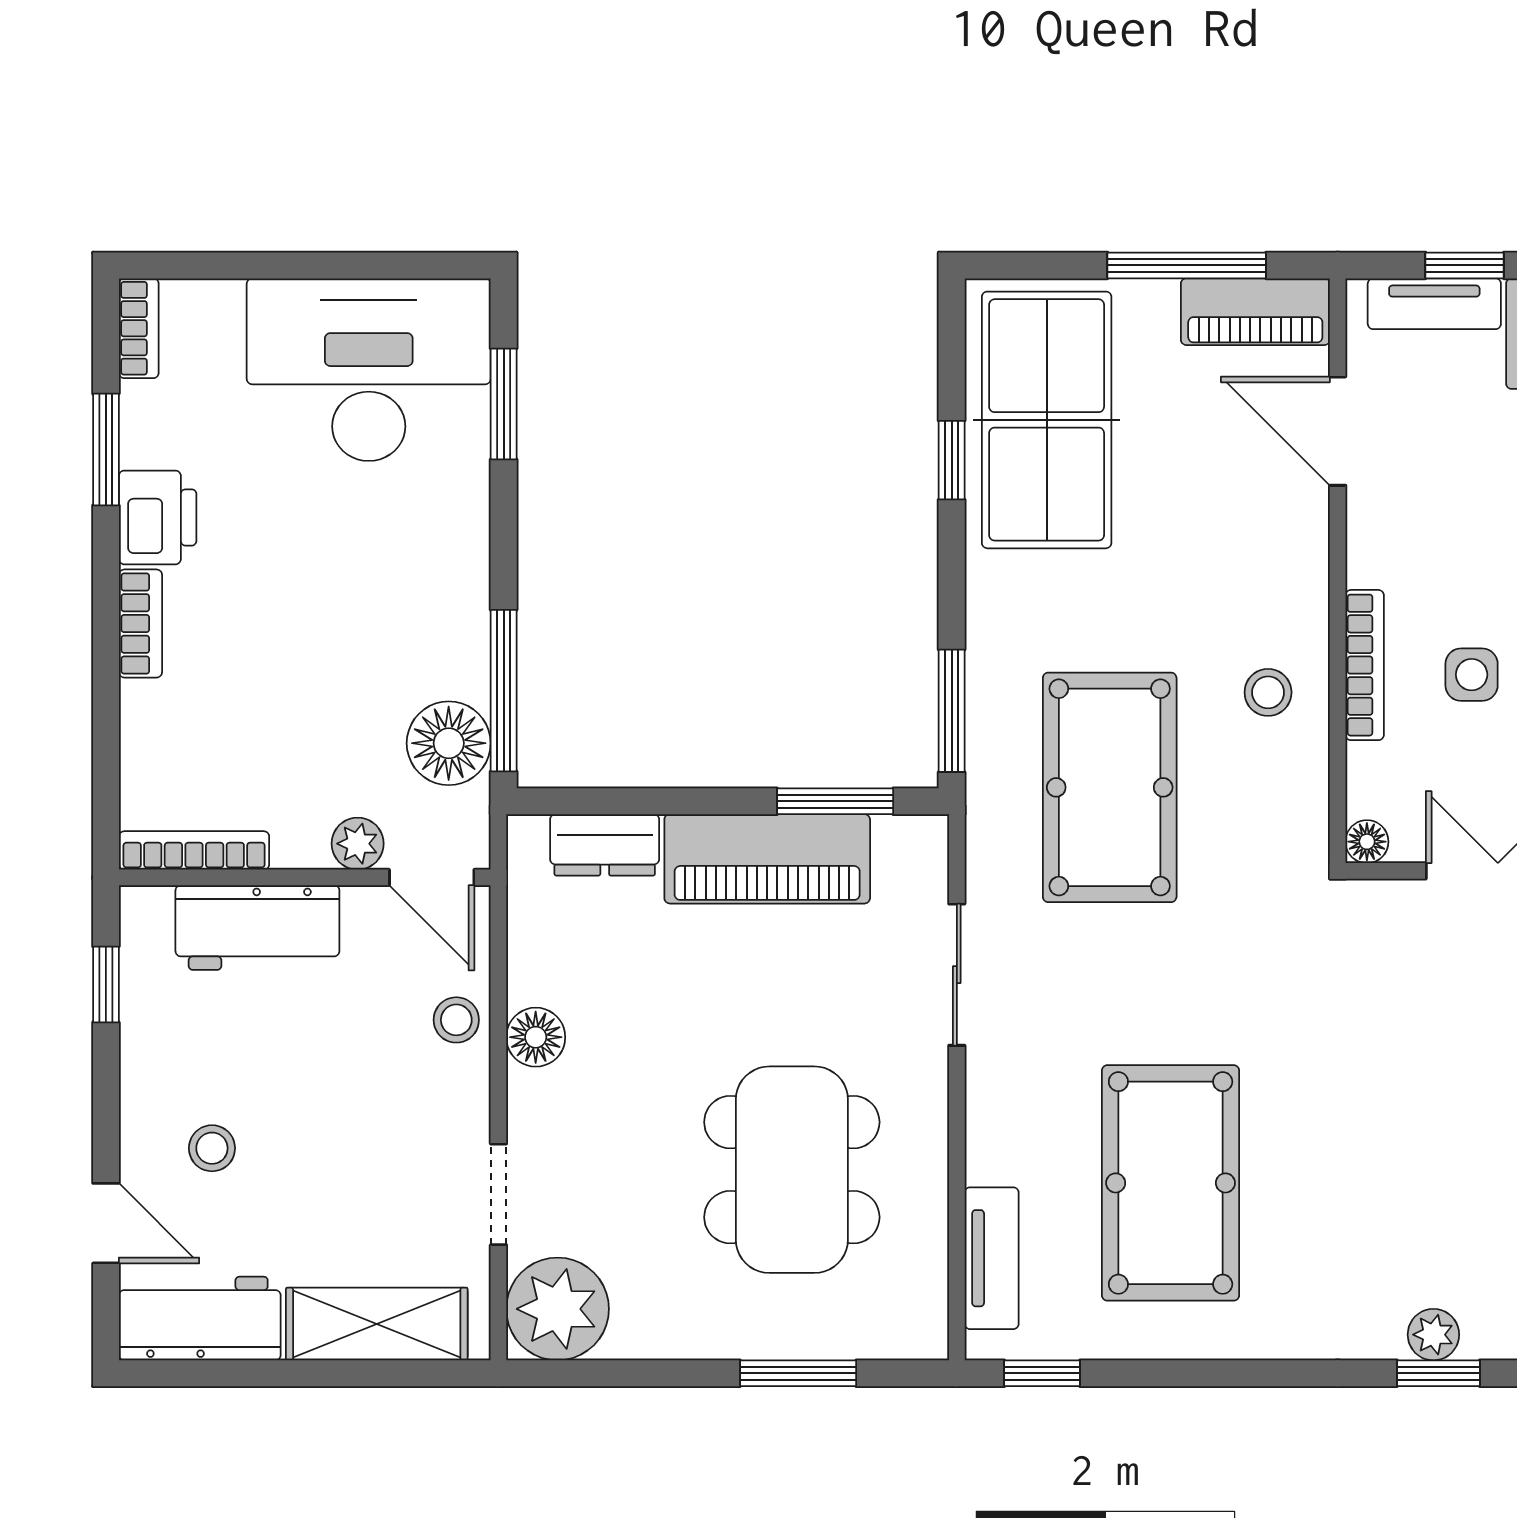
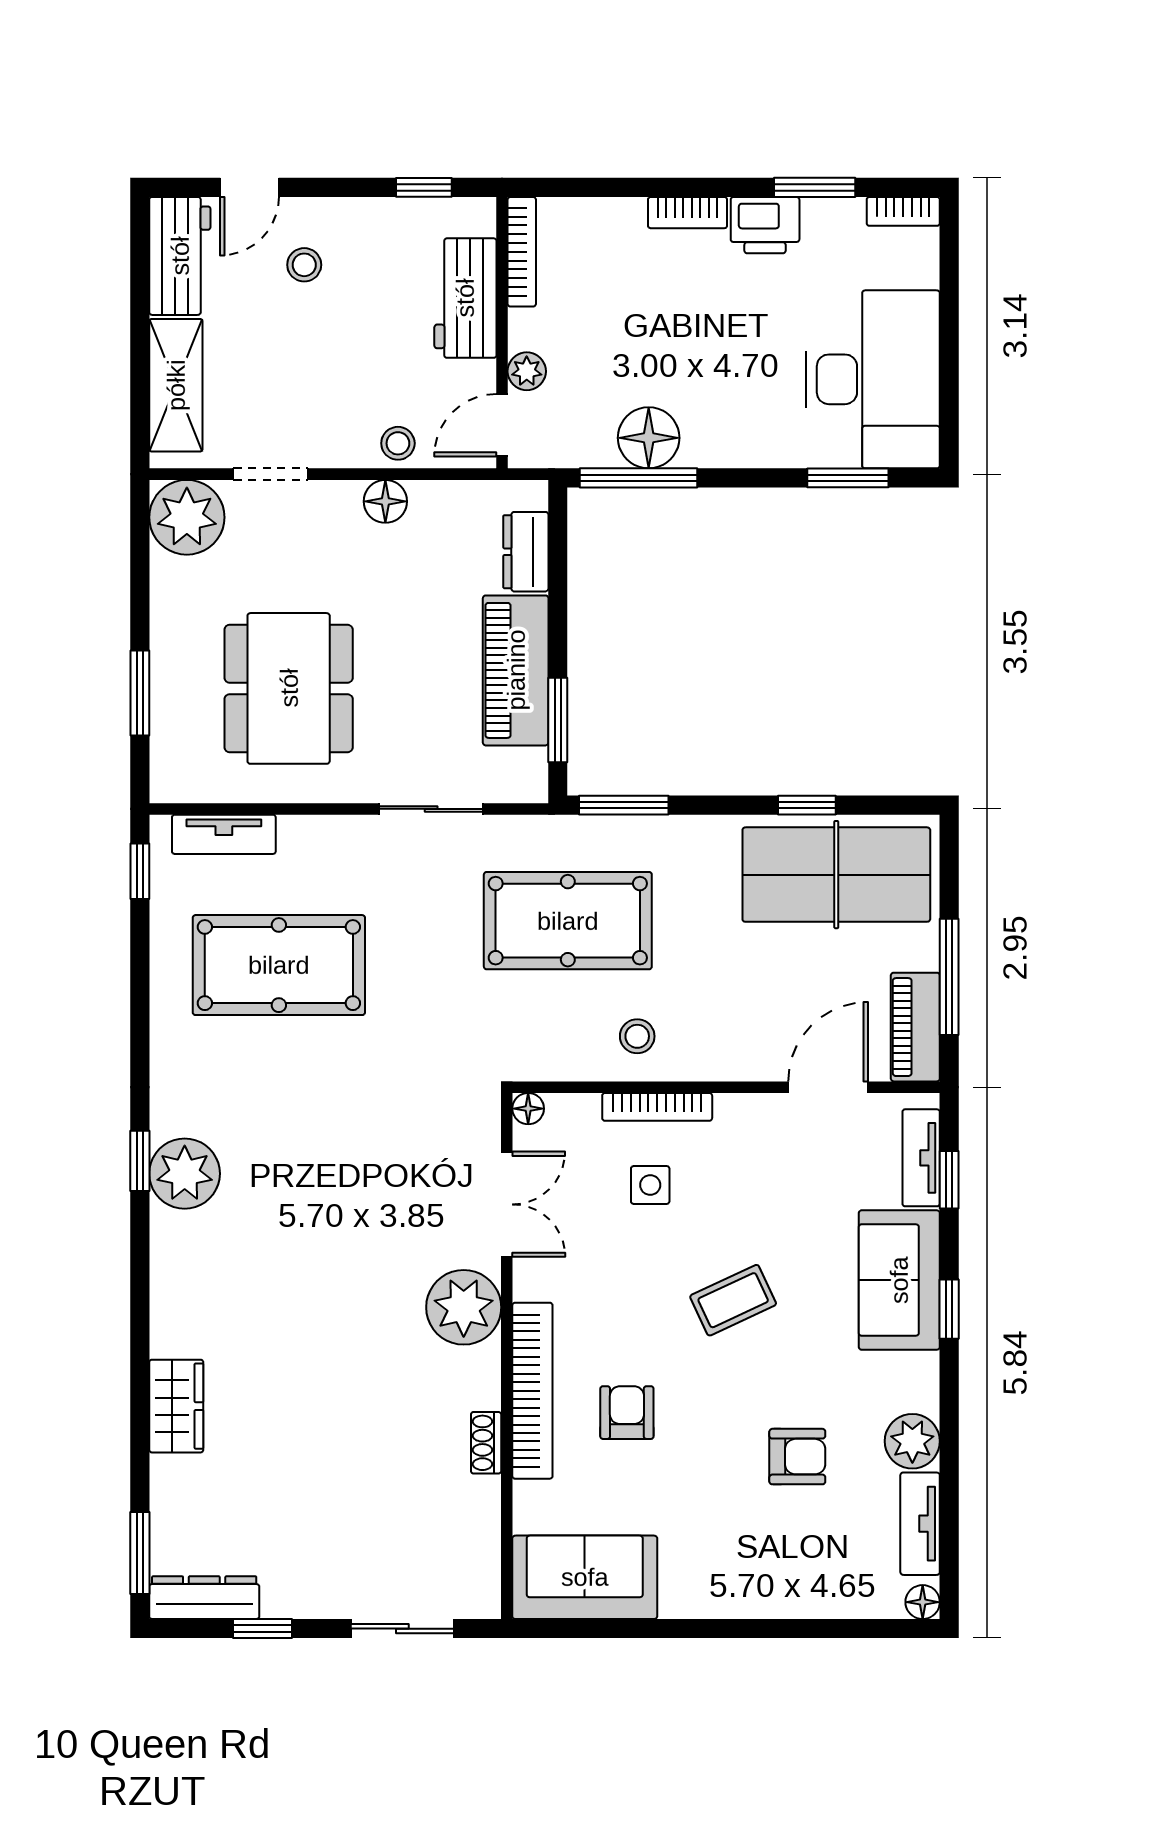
floor lamp: (449, 743) -> (649, 438), moved
dining table: (792, 1170) -> (289, 688), turned 90
plant: (1433, 1335) -> (185, 1174), width x1.88, depth x1.88

